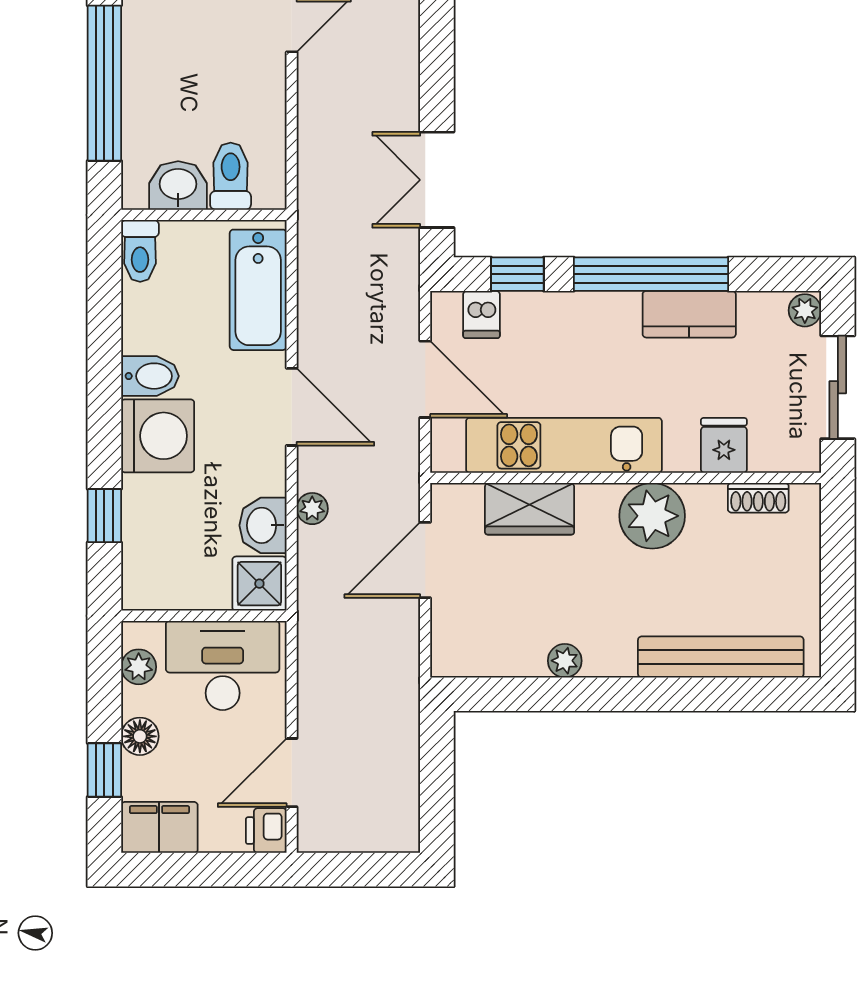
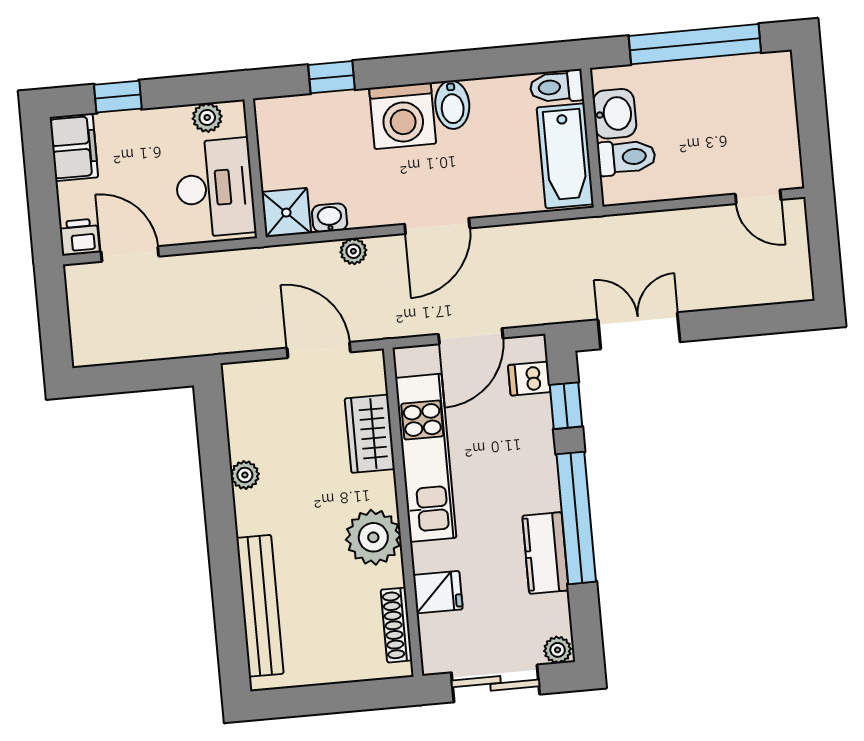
bathtub: (258, 290) -> (565, 156), moved, turned -90
shoe rack: (758, 498) -> (397, 625), width x1.43
washbasin: (263, 525) -> (330, 218), width x0.72, depth x0.69
floor lamp: (140, 736) -> (149, 124), removed

